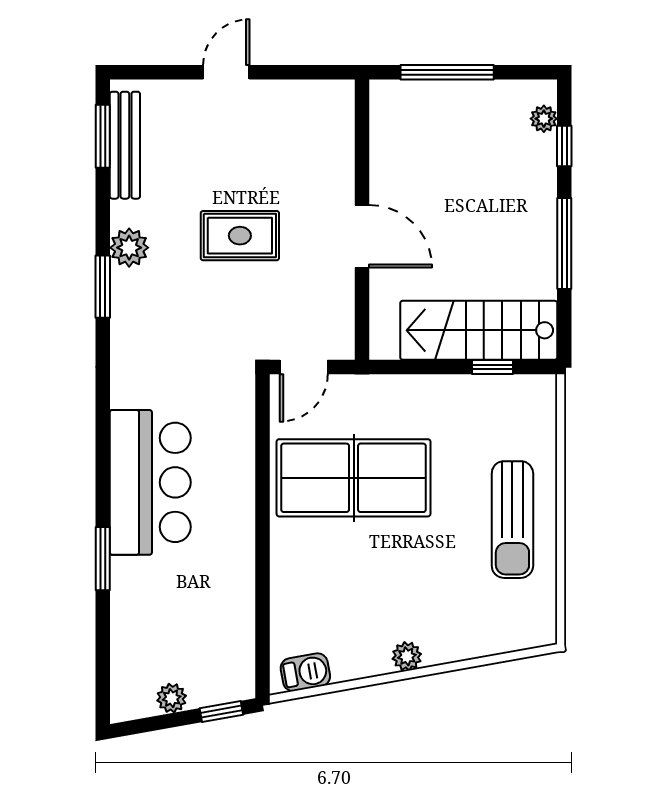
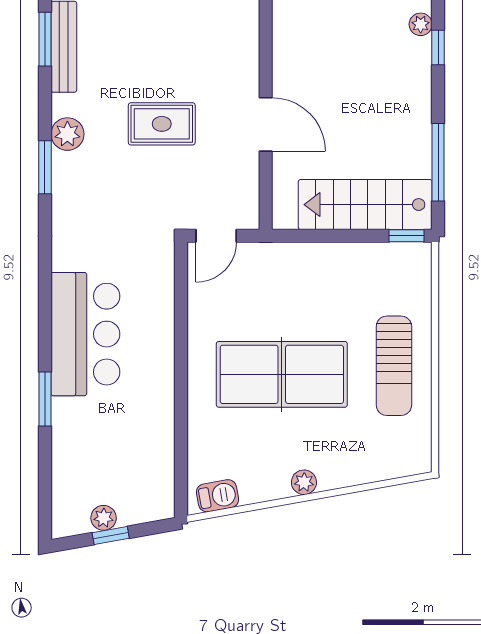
window: (564, 244) -> (438, 162), moved
window: (492, 367) -> (407, 236), moved
table tennis table: (354, 478) -> (282, 374), moved
window: (221, 711) -> (111, 535), moved

